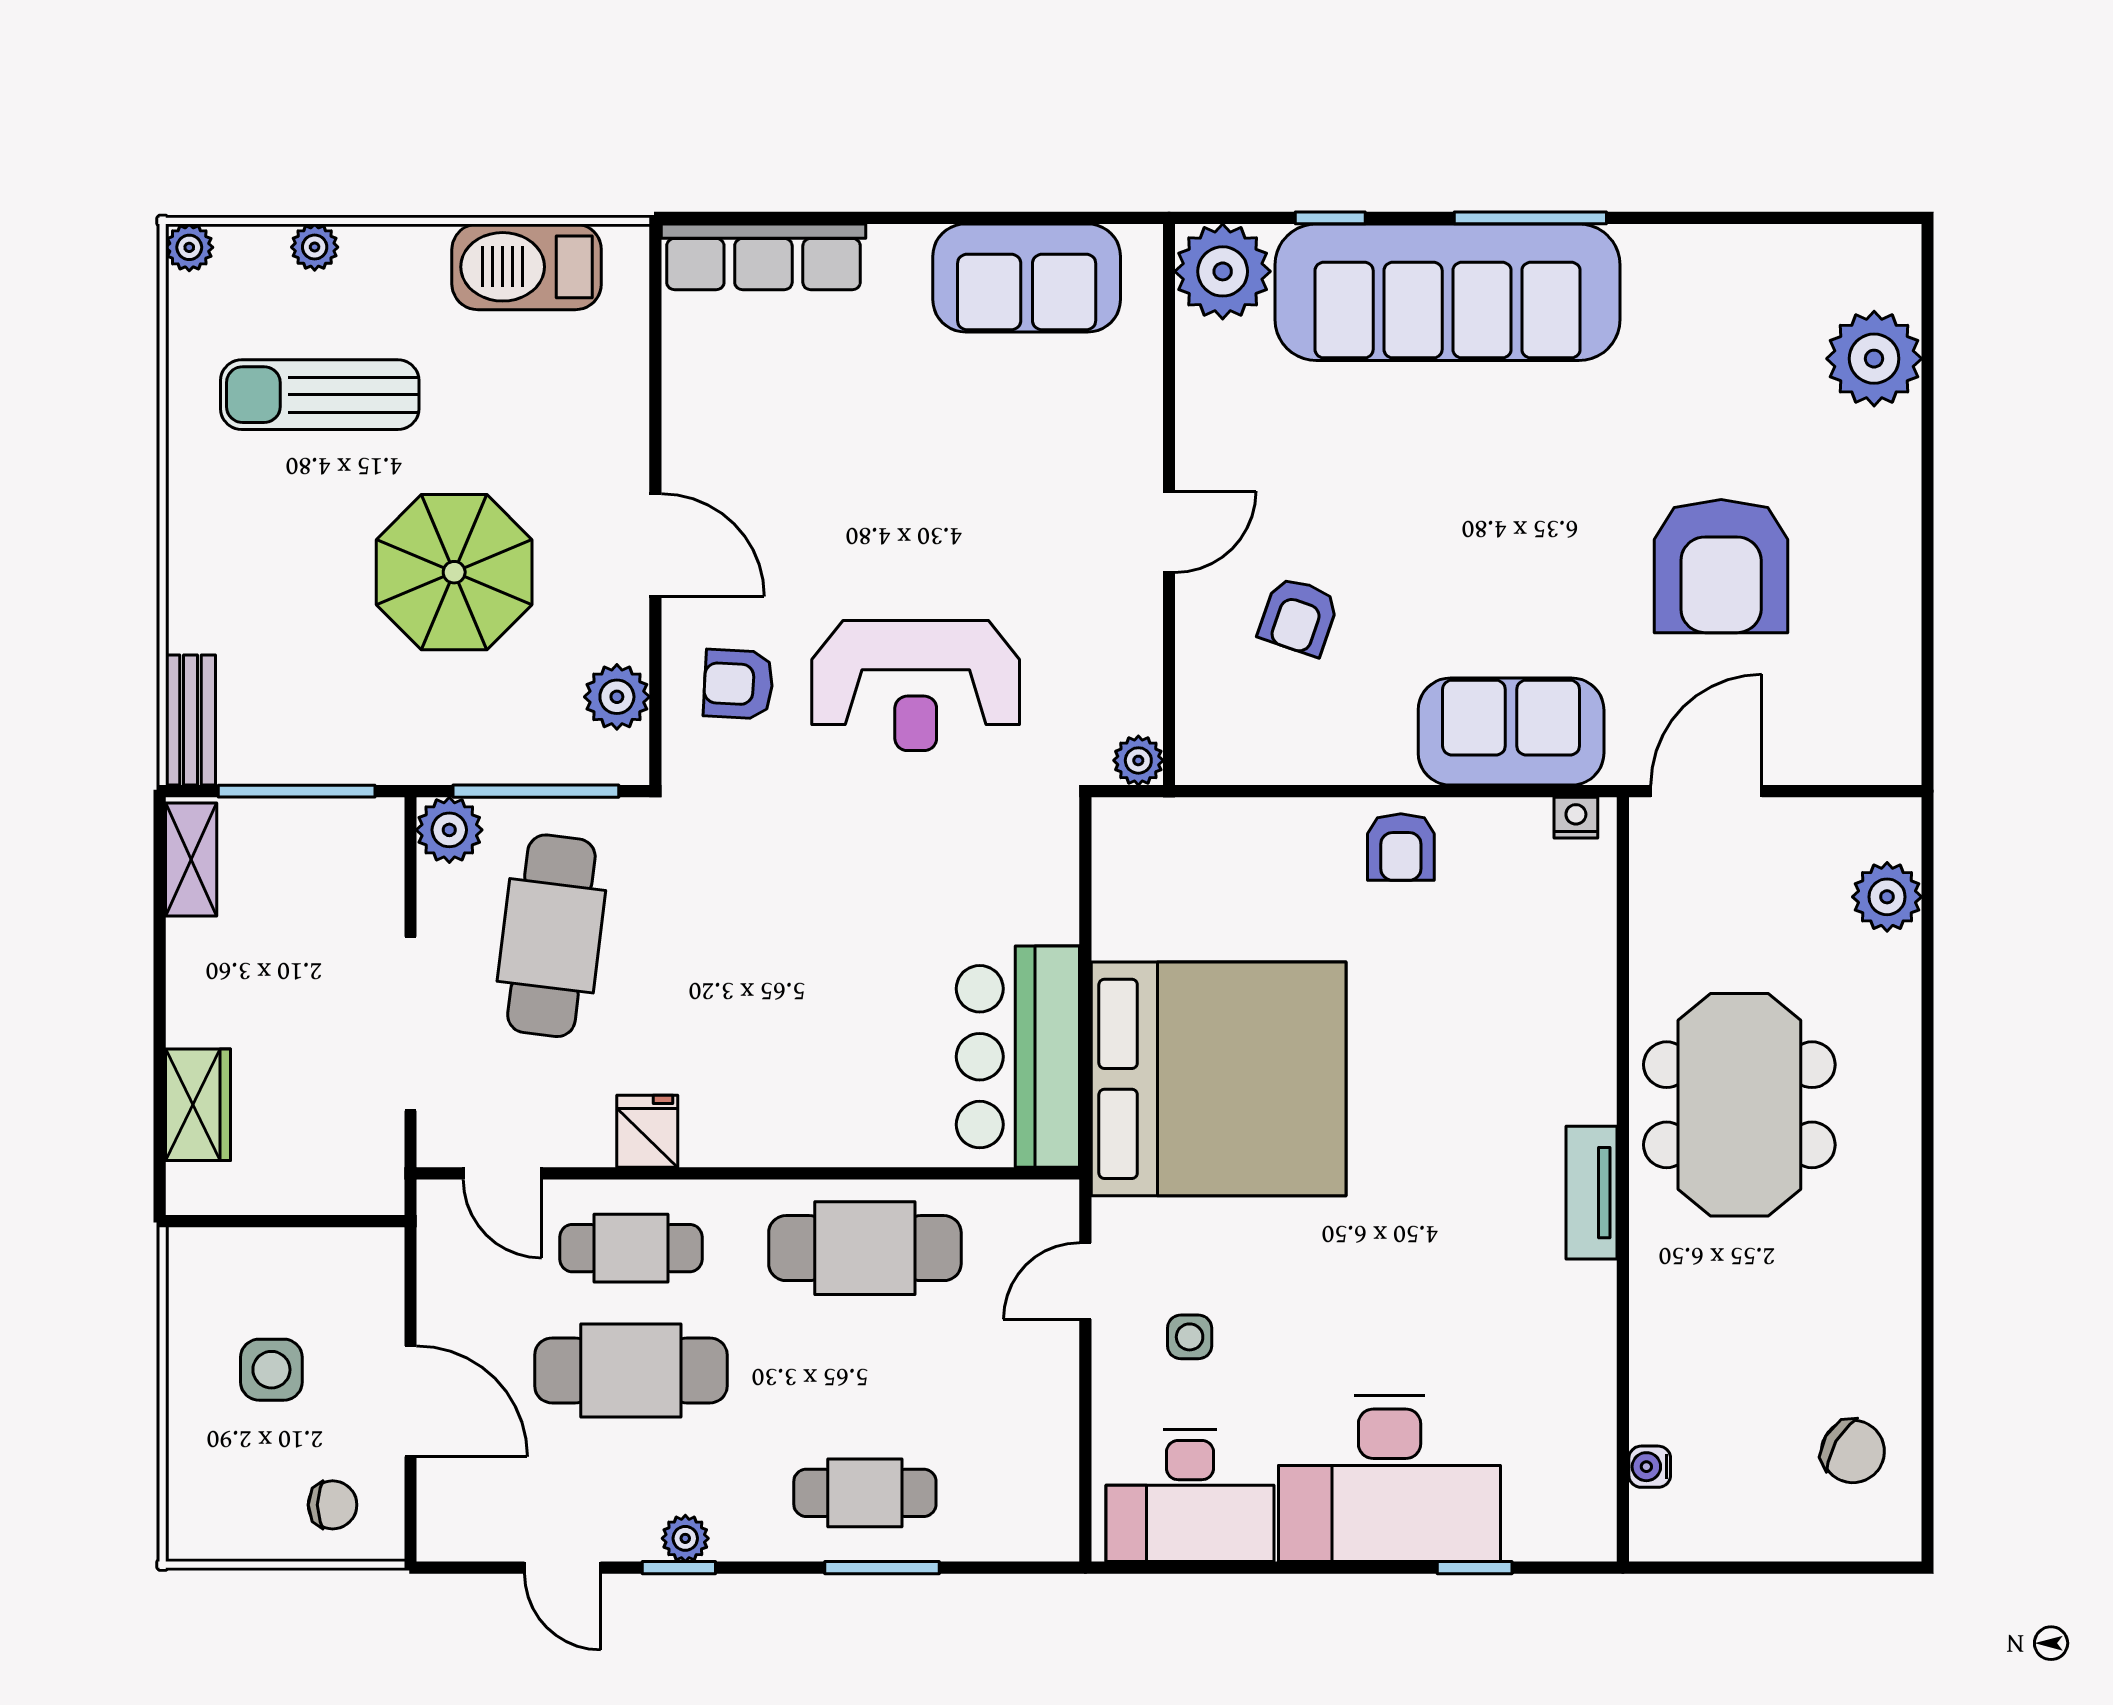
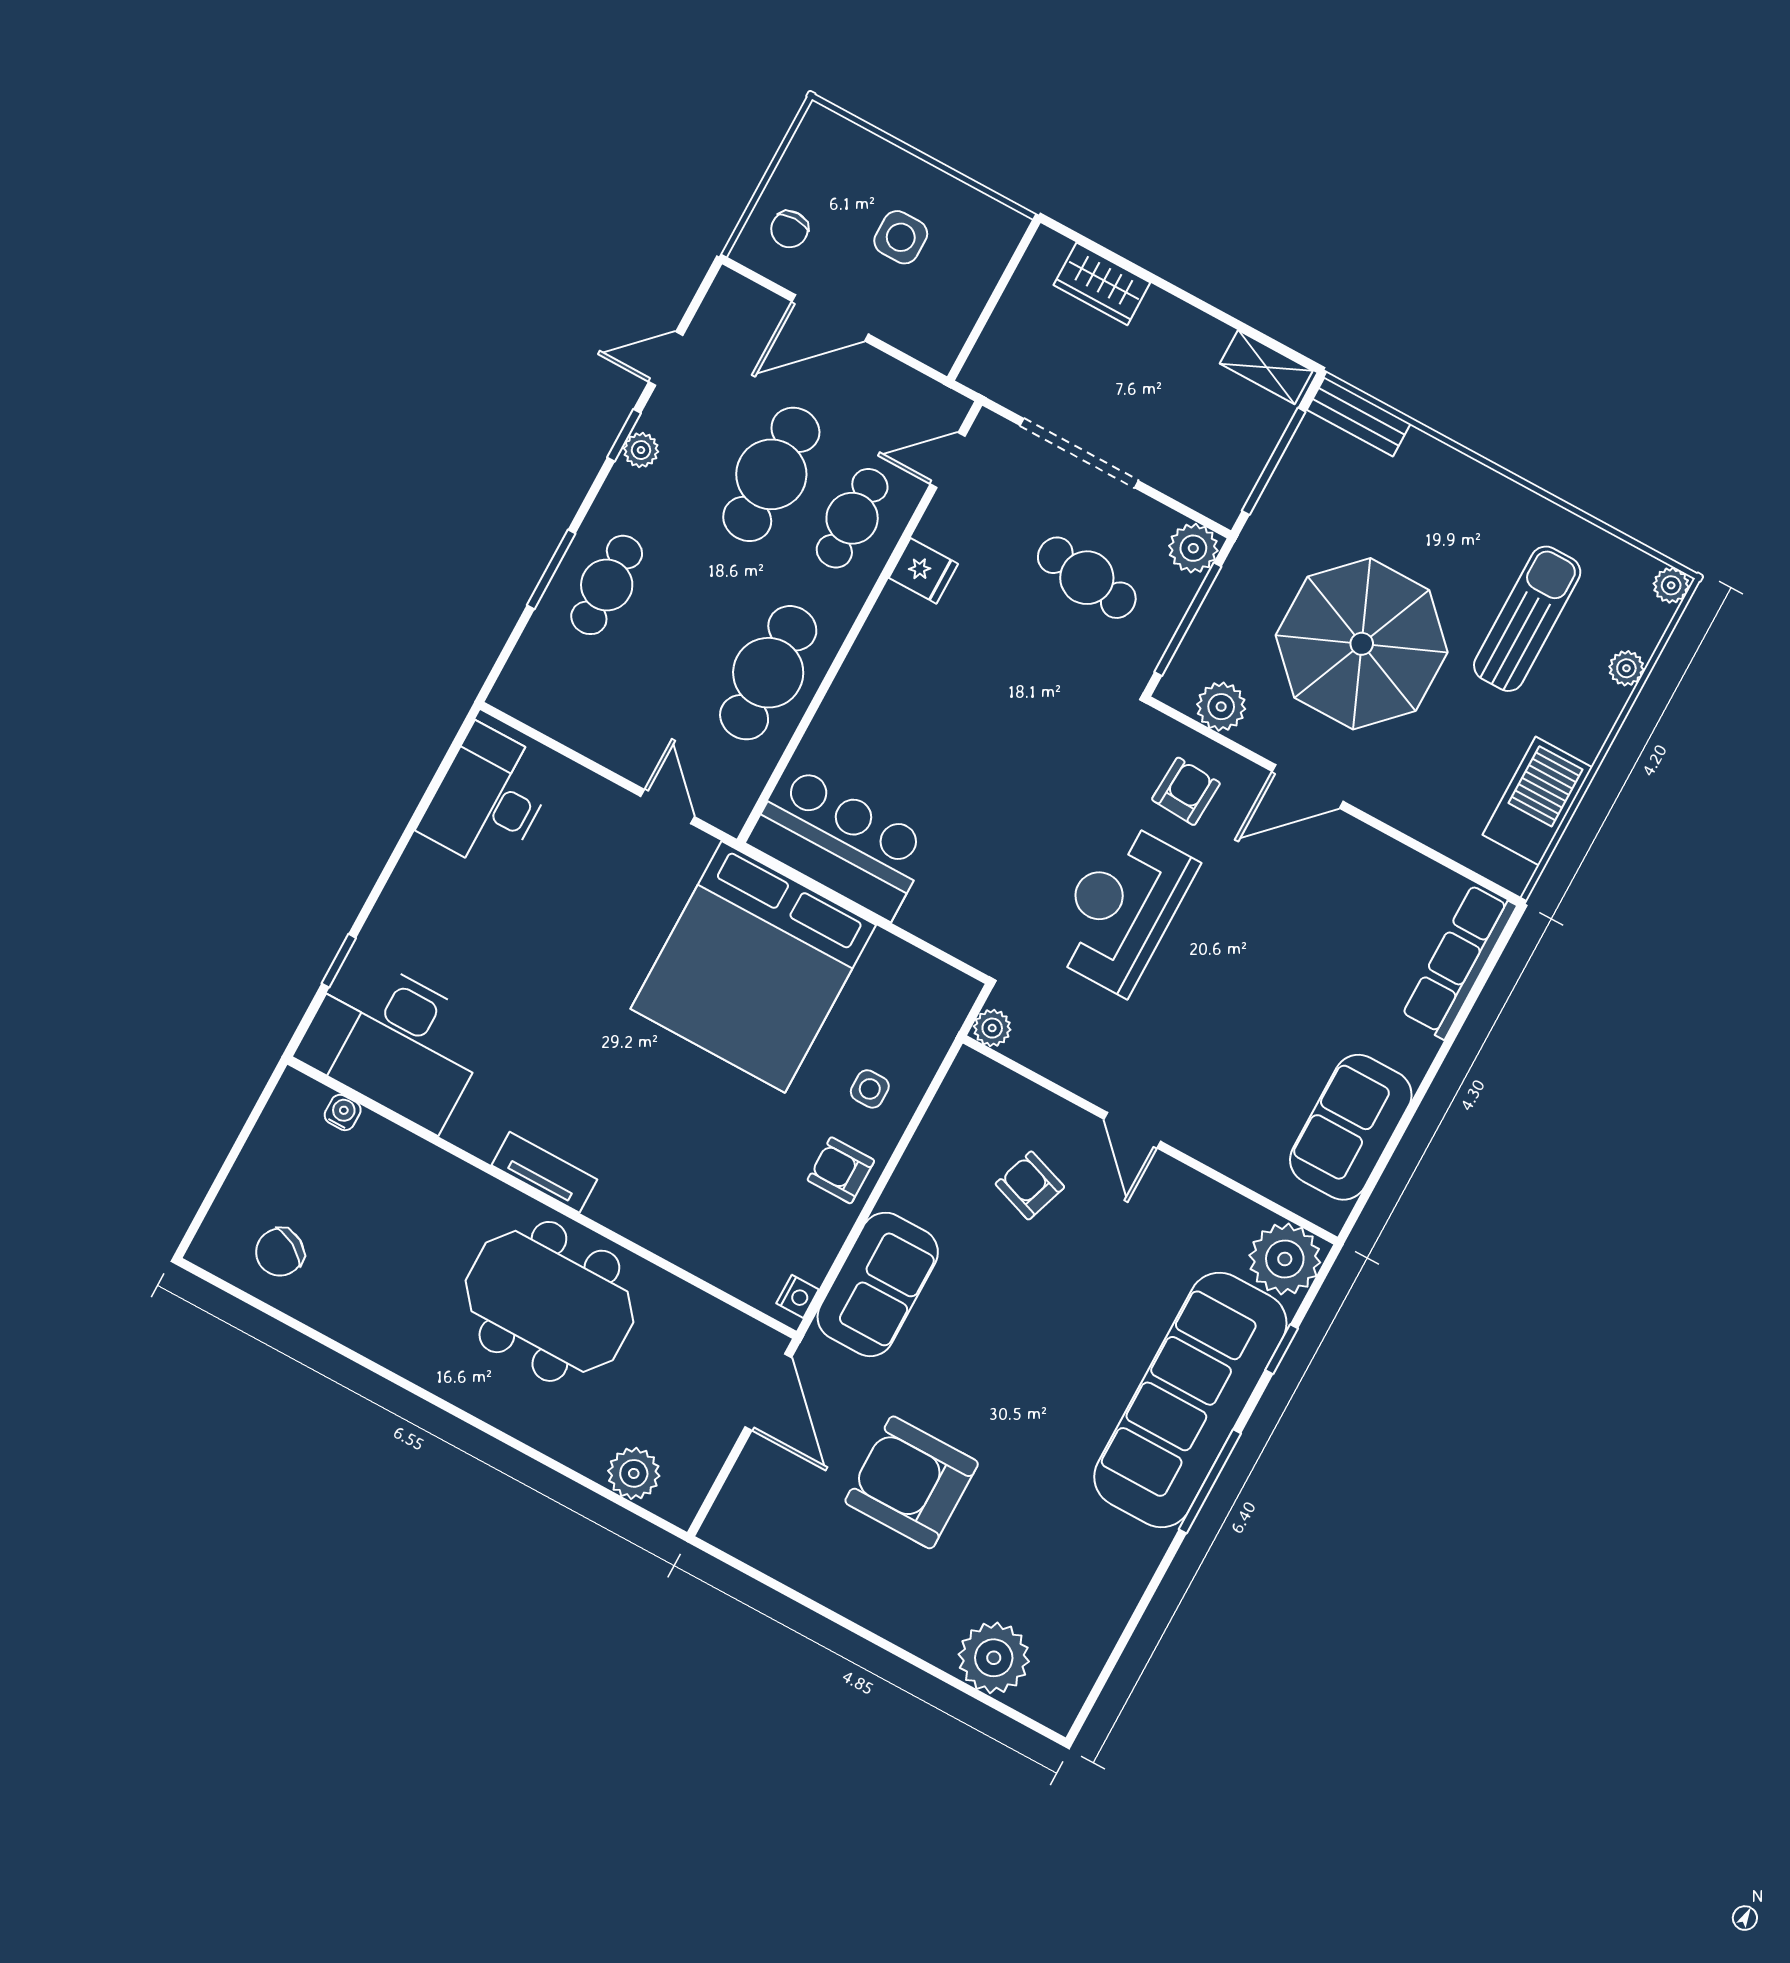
parasol: (454, 572) -> (1362, 644), width x1.36, depth x1.36
cafe table: (551, 936) -> (1087, 578), width x0.73, depth x0.74
side table: (1190, 1337) -> (870, 1089), moved
desk: (1390, 1479) -> (395, 1042), moved, turned -90

